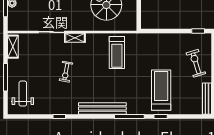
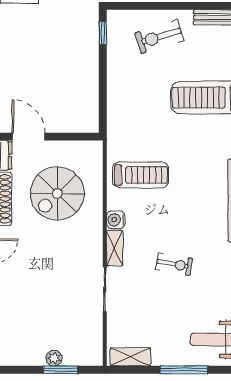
water cooler: (91, 38) -> (116, 220), added

